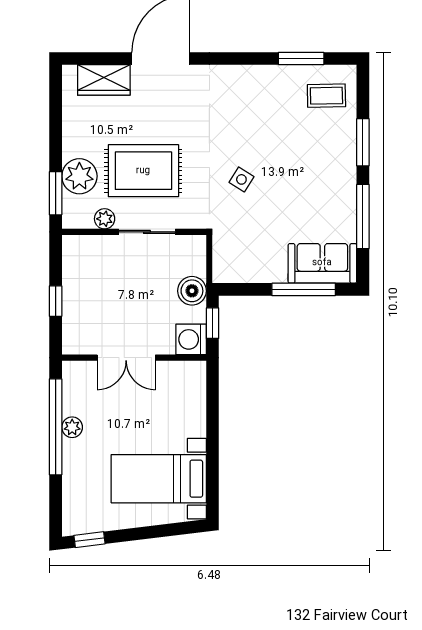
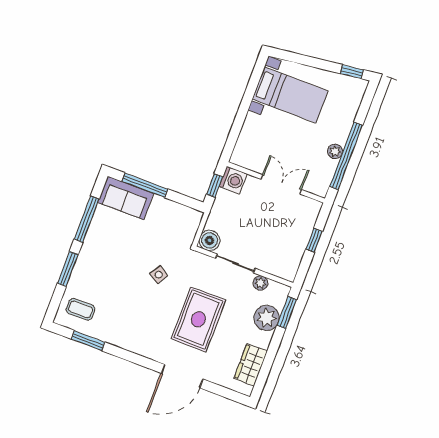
wardrobe: (104, 80) -> (251, 365), moved, turned -90
rug: (143, 171) -> (198, 319), moved, turned 90
boiler: (192, 291) -> (210, 240), moved

